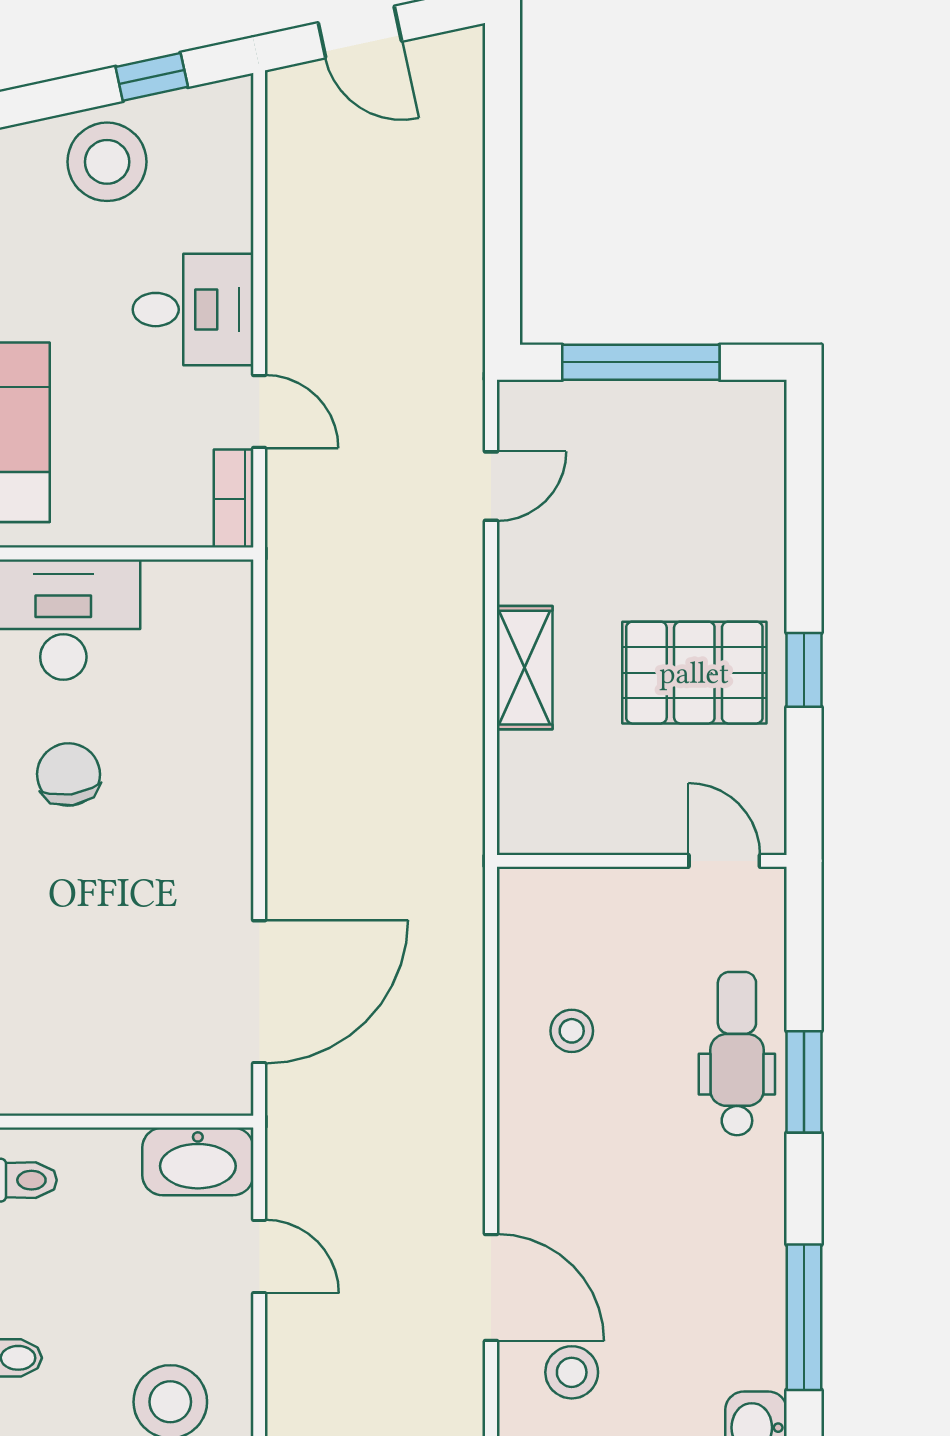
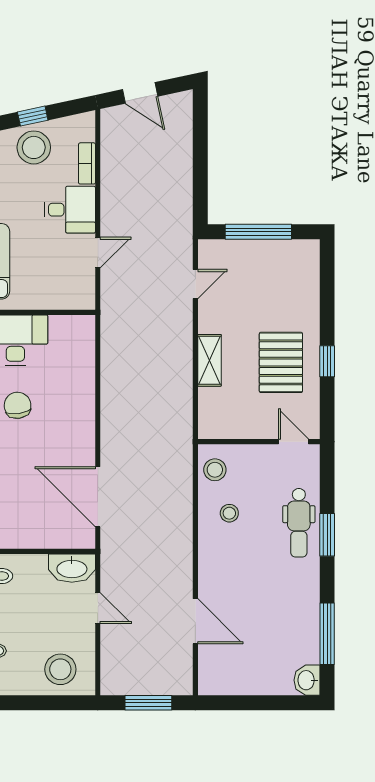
window: (152, 77) -> (33, 116), moved
door: (259, 412) -> (98, 253), hinge flipped
bookcase: (234, 499) -> (87, 163), moved
pallet: (694, 673) -> (281, 362), turned 90
door: (259, 992) -> (98, 497), swing flipped
dental chair: (737, 1054) -> (299, 523), turned 180
stool: (572, 1372) -> (215, 470), moved

